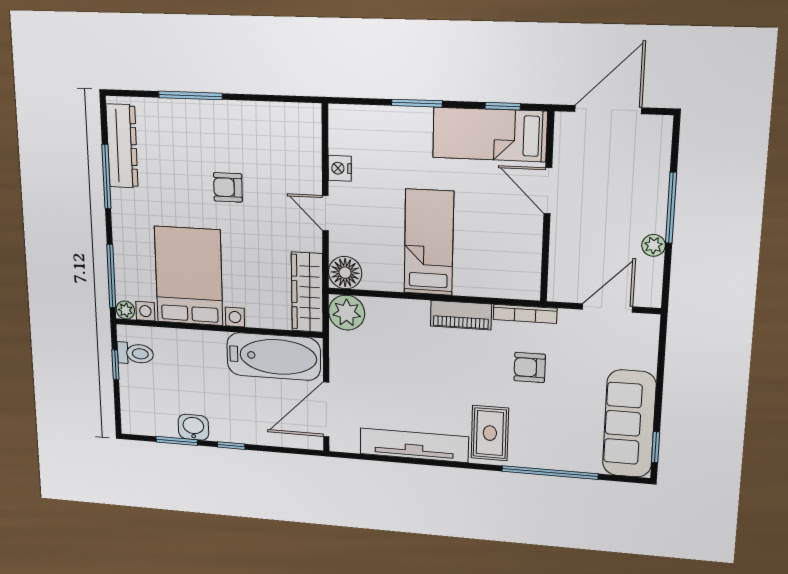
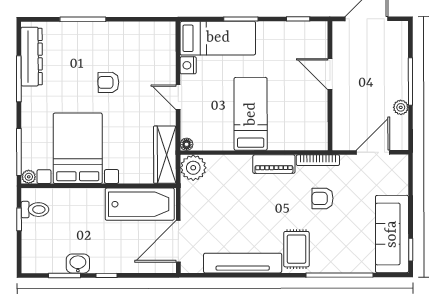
bed: (490, 135) -> (218, 38), moved, turned 180
floor lamp: (345, 273) -> (187, 144), width x0.53, depth x0.53

